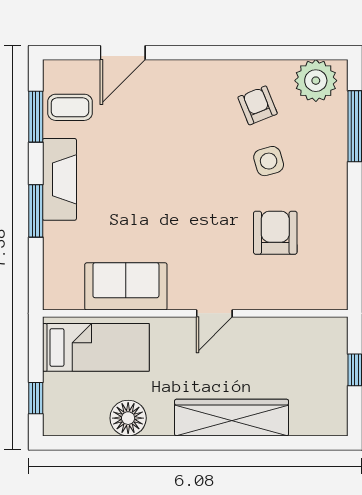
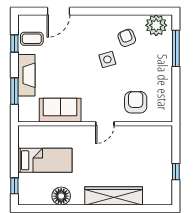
window: (36, 117) -> (14, 43), width x0.67
side table: (269, 161) -> (107, 59), moved
sofa: (126, 286) -> (60, 110), moved
wall: (195, 313) -> (95, 124), moved
door: (214, 313) -> (105, 124), moved

